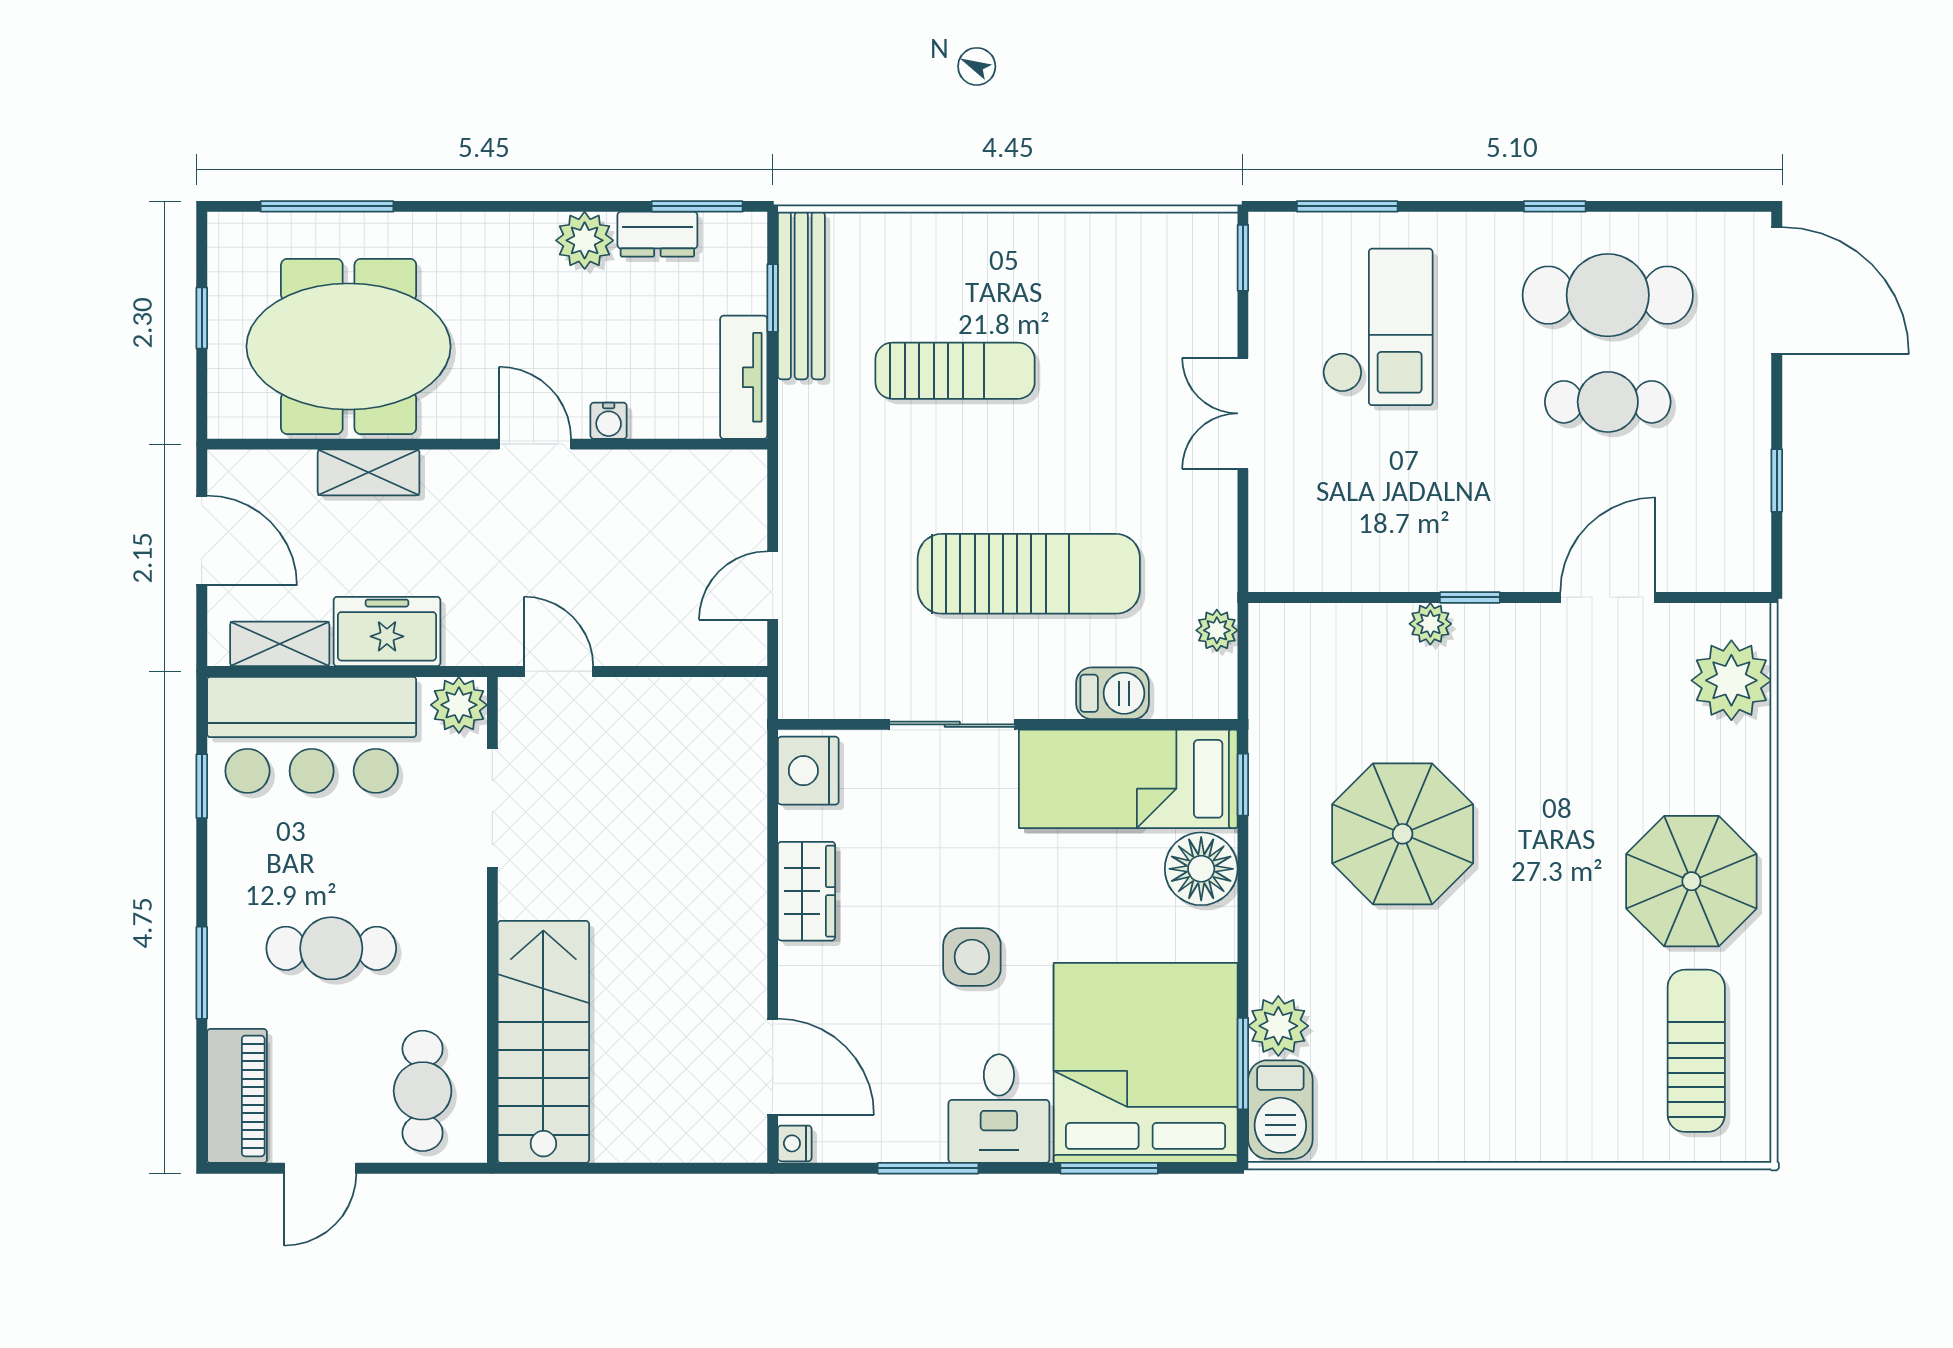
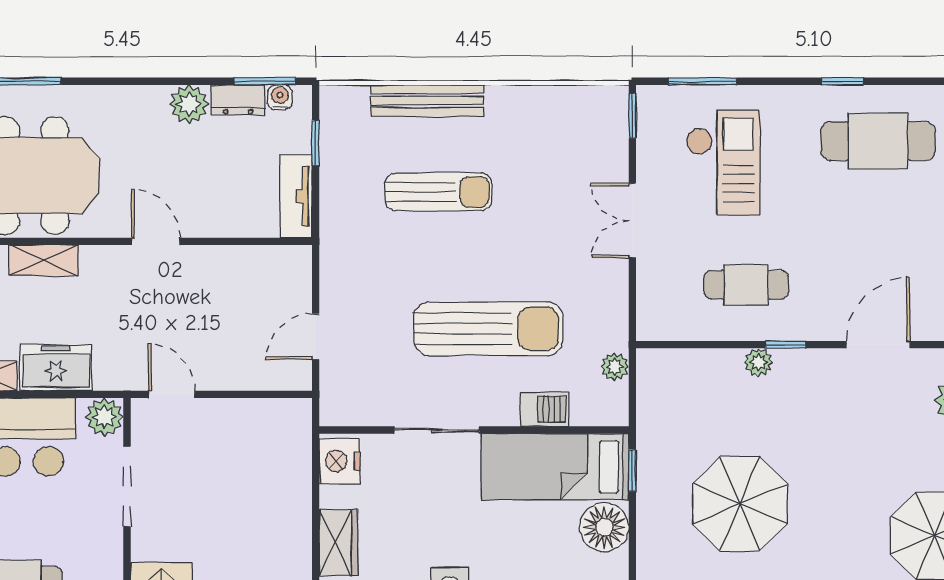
bench: (801, 295) -> (427, 101), moved, turned 90
cafe table: (1608, 402) -> (746, 285), moved
water cooler: (609, 421) -> (280, 97), moved, turned 180

